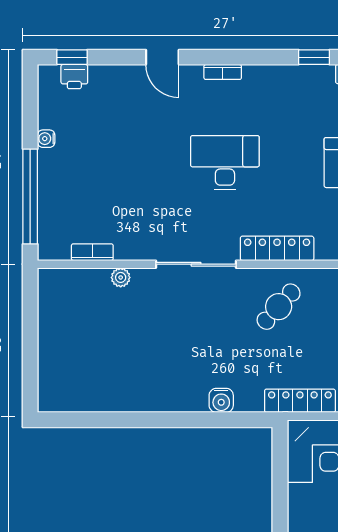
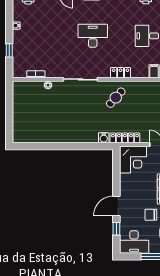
window: (30, 196) -> (9, 50), width x0.32
locker: (277, 248) -> (121, 73), width x0.66
water cooler: (221, 400) -> (104, 138), moved

